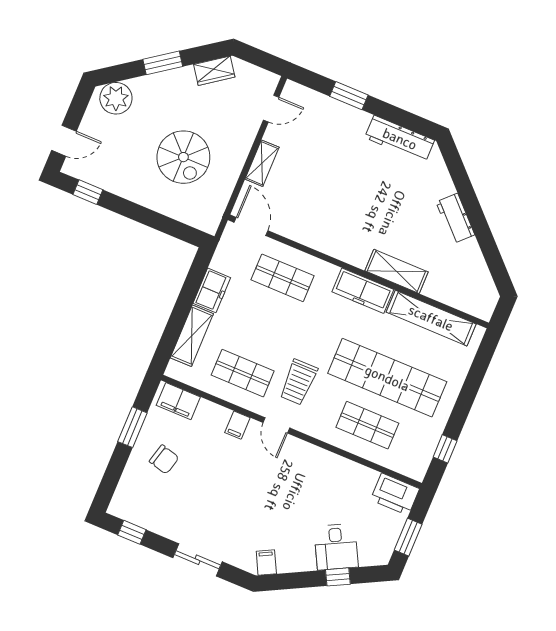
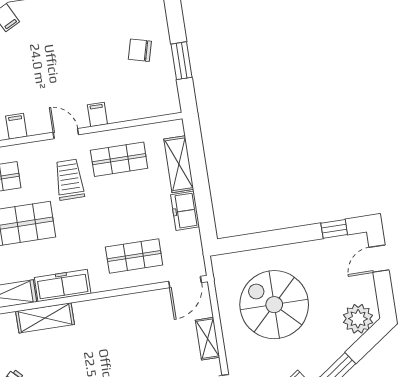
spiral stairs: (183, 157) -> (274, 305), width x1.37, depth x1.37
door: (251, 226) -> (185, 282), hinge flipped
filing cabinet: (178, 401) -> (16, 126), moved, width x0.50

